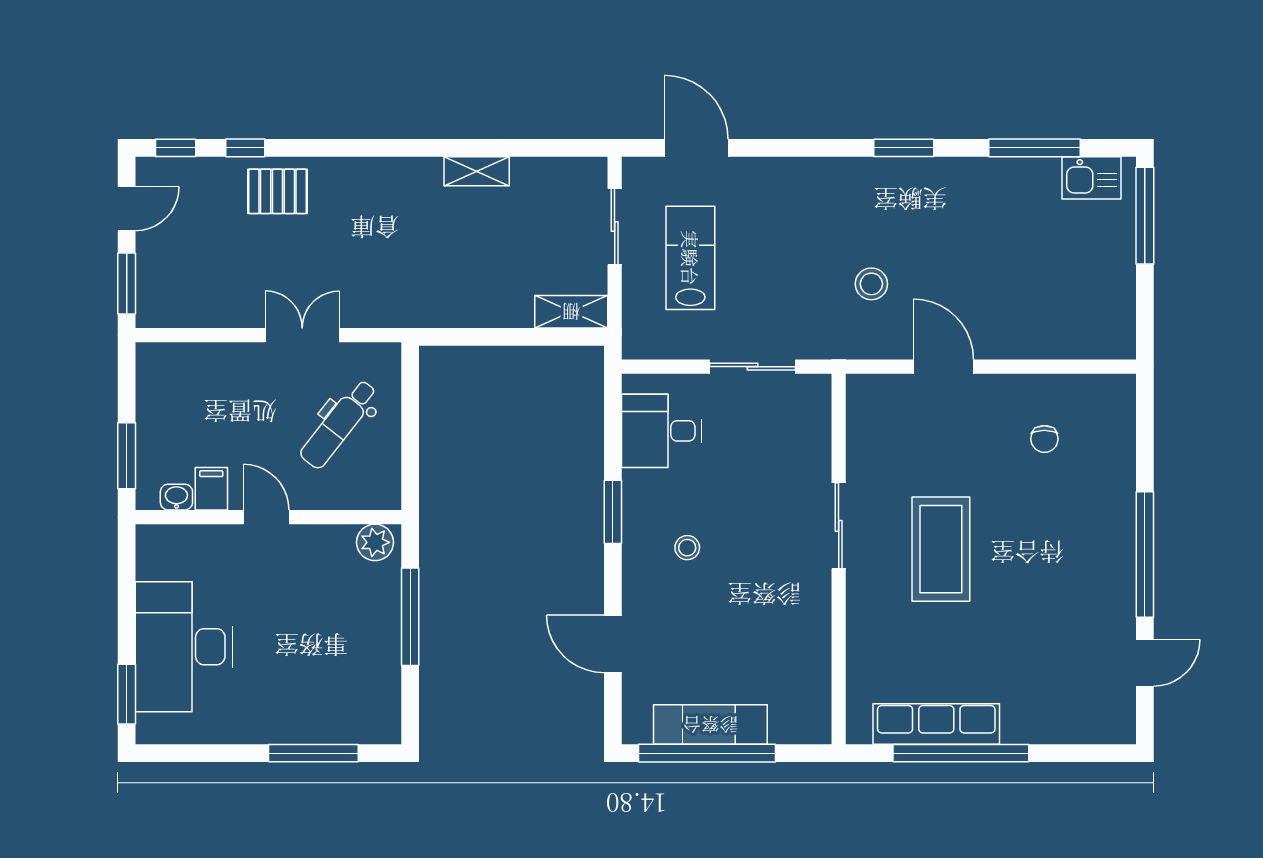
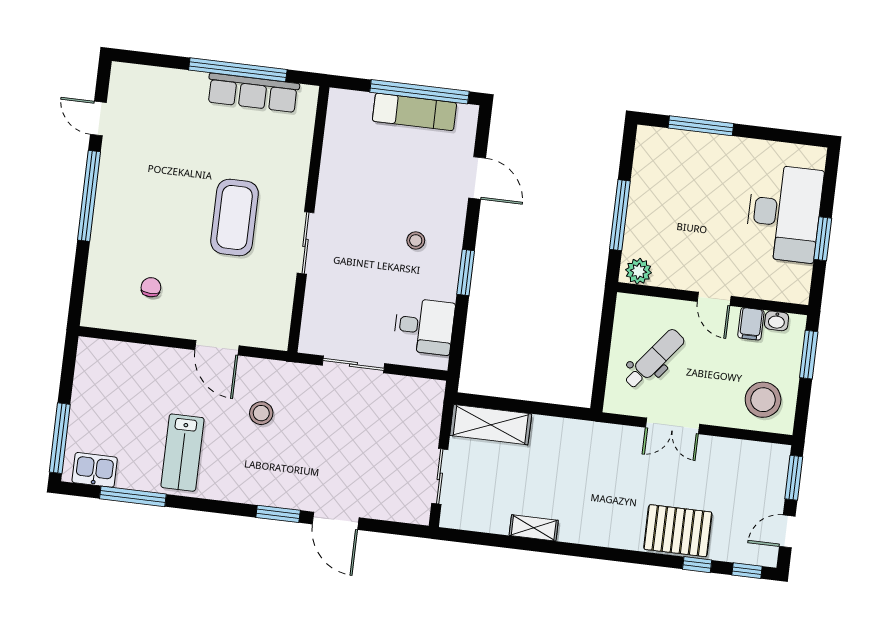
door: (696, 148) -> (336, 521), moved
window: (904, 148) -> (278, 514), moved
pallet: (277, 191) -> (678, 531), width x1.50, depth x1.42
lab bench: (690, 258) -> (183, 453), moved
shelving: (571, 312) -> (491, 425), width x1.50, depth x1.33
stool: (182, 386) -> (763, 400), added
door: (1145, 663) -> (98, 118), hinge flipped
window: (127, 694) -> (823, 239), moved

